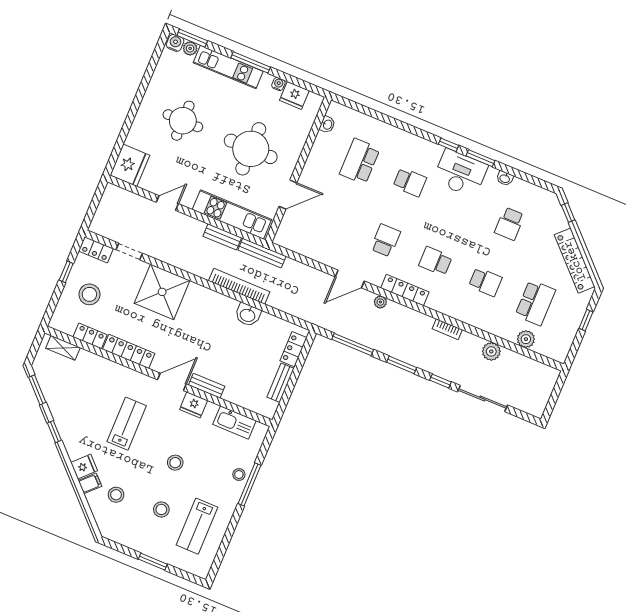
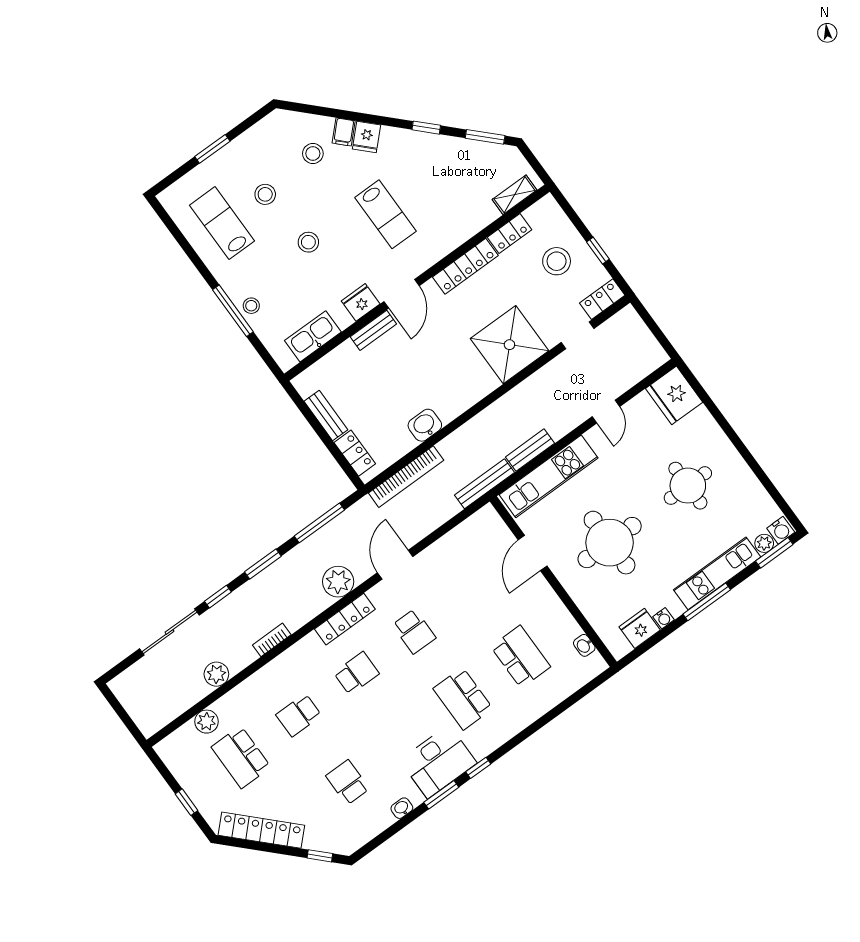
school desk: (410, 182) -> (463, 699), width x1.85
bookcase: (239, 286) -> (406, 477), moved
plant: (380, 302) -> (338, 582), width x1.88, depth x1.88

